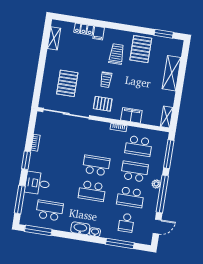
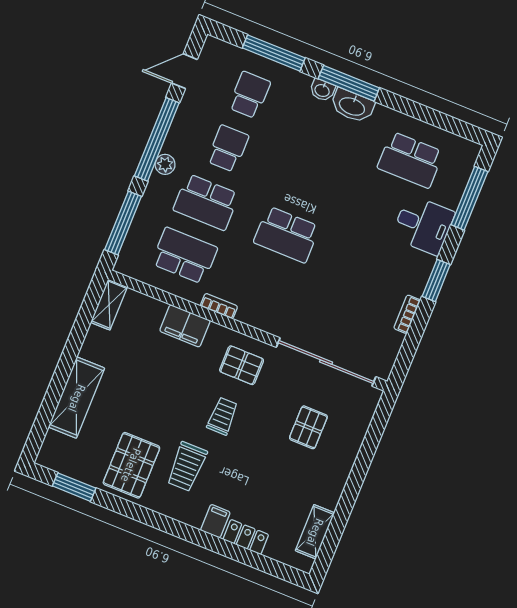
pallet: (67, 83) -> (308, 427), width x0.67, depth x0.71
school desk: (92, 191) -> (308, 181), removed
school desk: (130, 197) -> (228, 148), width x0.54
window: (38, 230) -> (349, 83), moved

